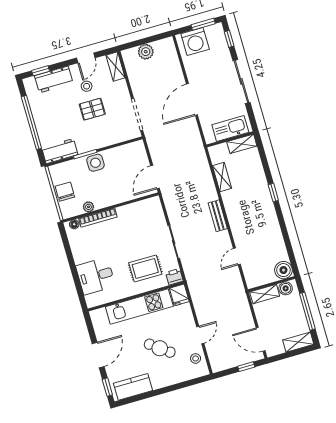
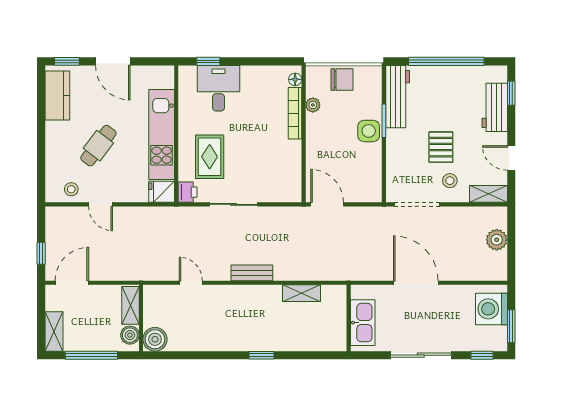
stool: (87, 86) -> (450, 181), moved
shelving: (242, 144) -> (338, 332), removed
workbench: (60, 151) -> (398, 97), width x1.38
window: (79, 288) -> (208, 61), added

